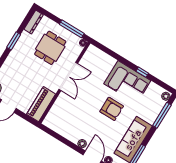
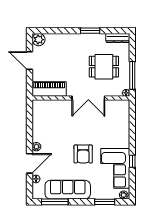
corner sofa: (127, 82) -> (115, 168), moved
window: (162, 115) -> (105, 202), width x0.69

